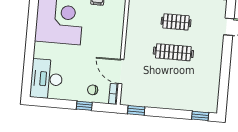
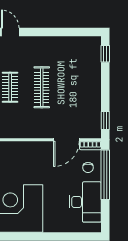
desk: (46, 79) -> (85, 202), moved, turned -90
window: (84, 106) -> (105, 175), width x3.17

